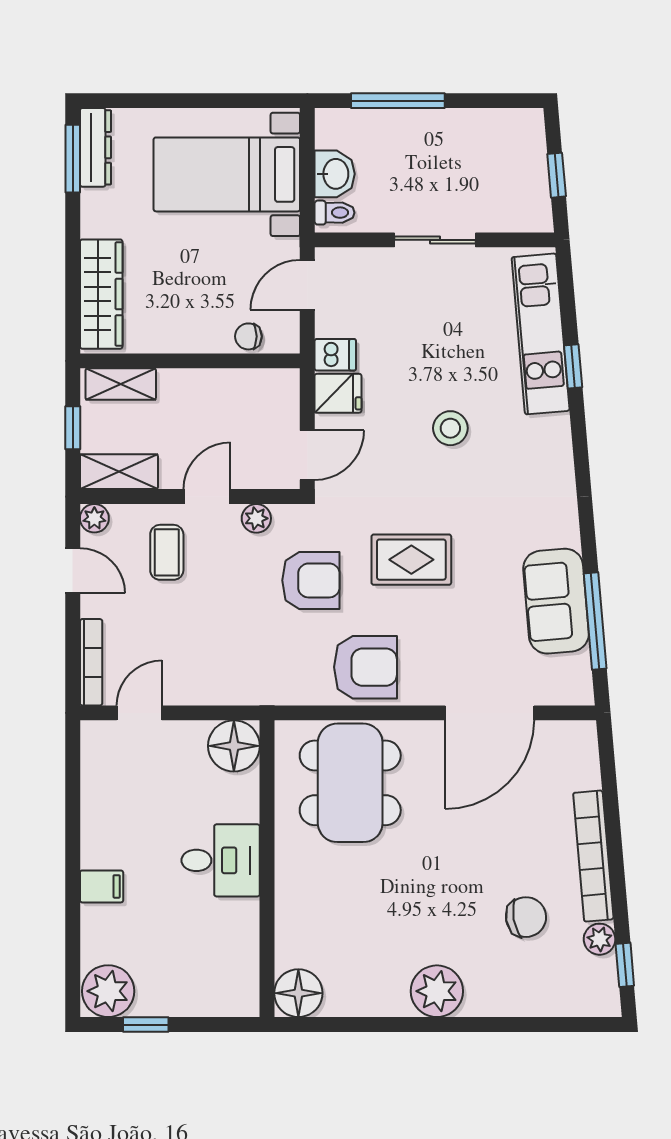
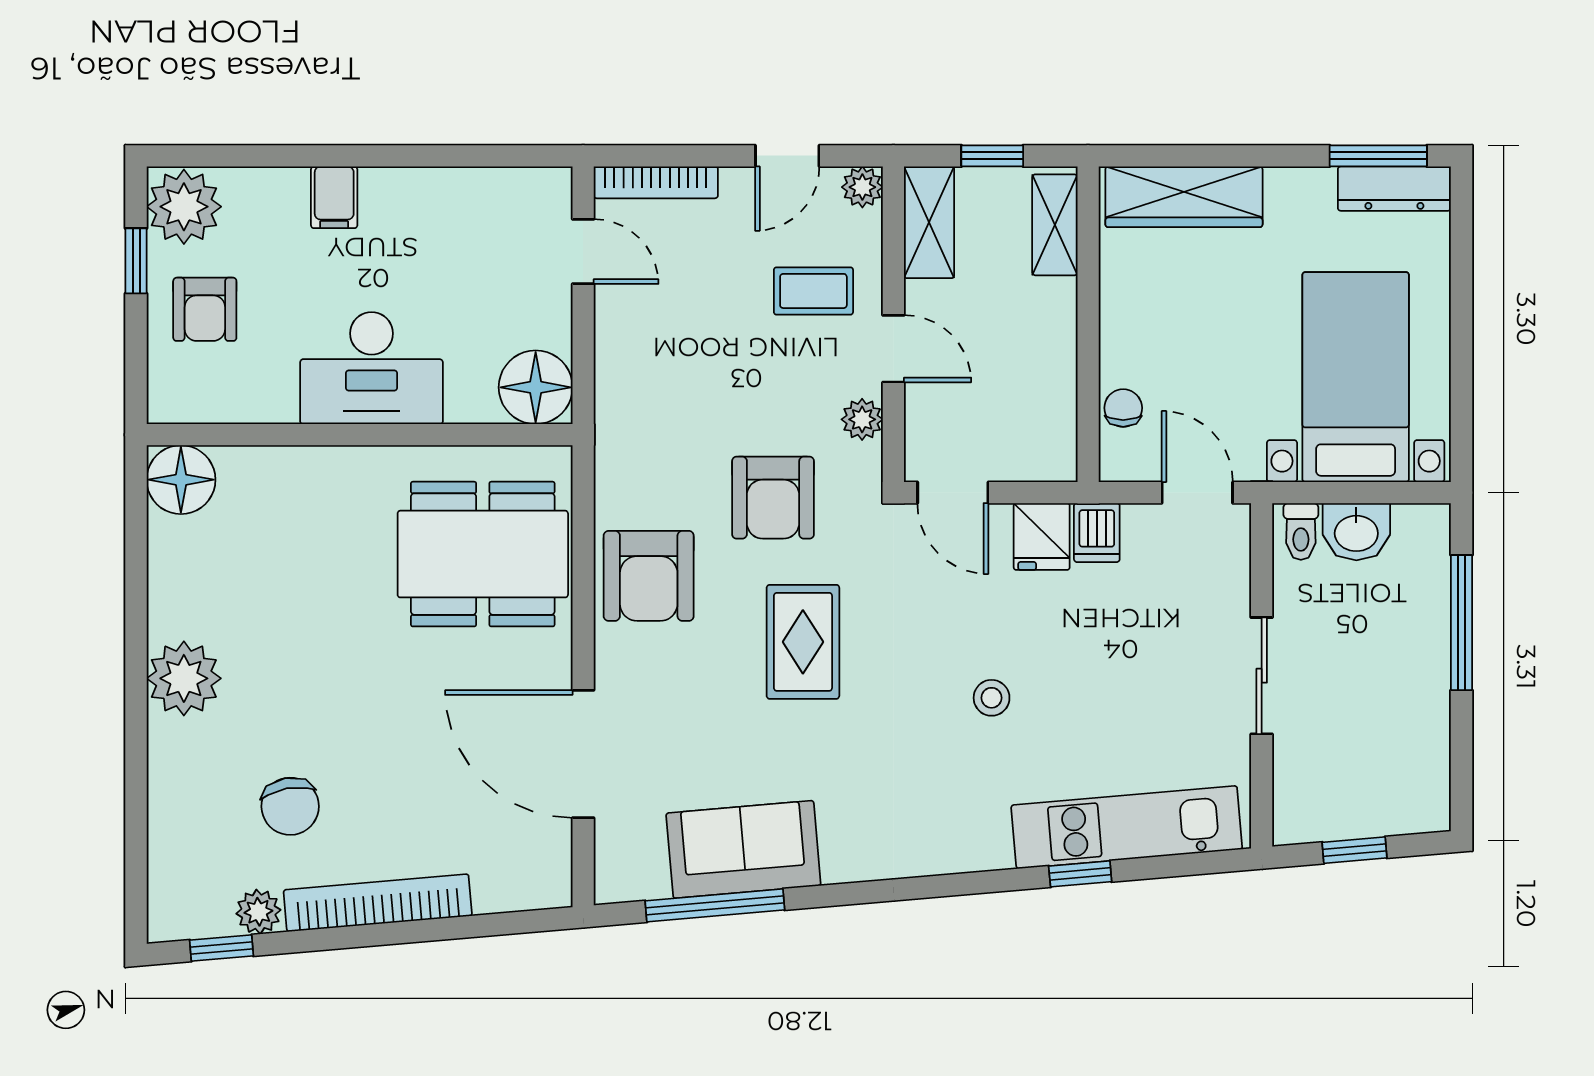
stool: (450, 428) -> (992, 698), width x0.73, depth x0.73
desk: (221, 860) -> (371, 368), width x1.37
armchair: (180, 977) -> (205, 309), added

